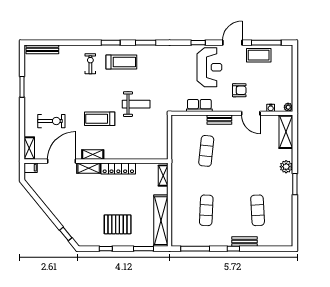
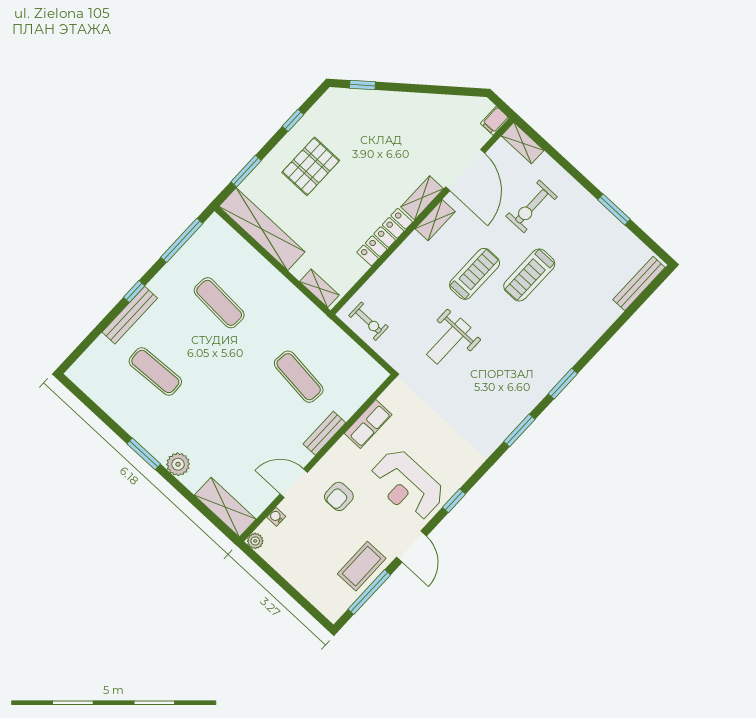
treadmill: (121, 62) -> (529, 275), moved
exercise bike: (90, 64) -> (369, 321), moved
bench: (244, 241) -> (130, 315), width x1.36

